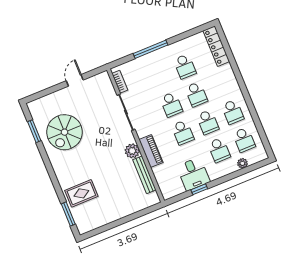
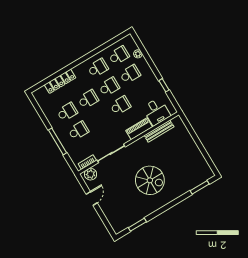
locker: (216, 46) -> (60, 81), moved
door: (75, 80) -> (92, 198), swing flipped
school desk: (171, 105) -> (78, 131), moved
spiral stairs: (65, 132) -> (150, 180), moved
plant: (132, 151) -> (91, 174), moved
desk: (193, 174) -> (156, 112), moved, turned 90
rug: (81, 193) -> (181, 179), removed

